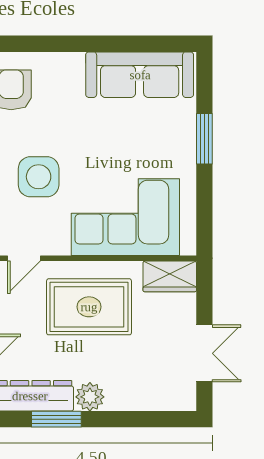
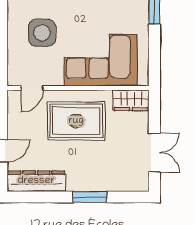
plant: (90, 397) -> (77, 182), removed
window: (56, 419) -> (90, 197), moved

